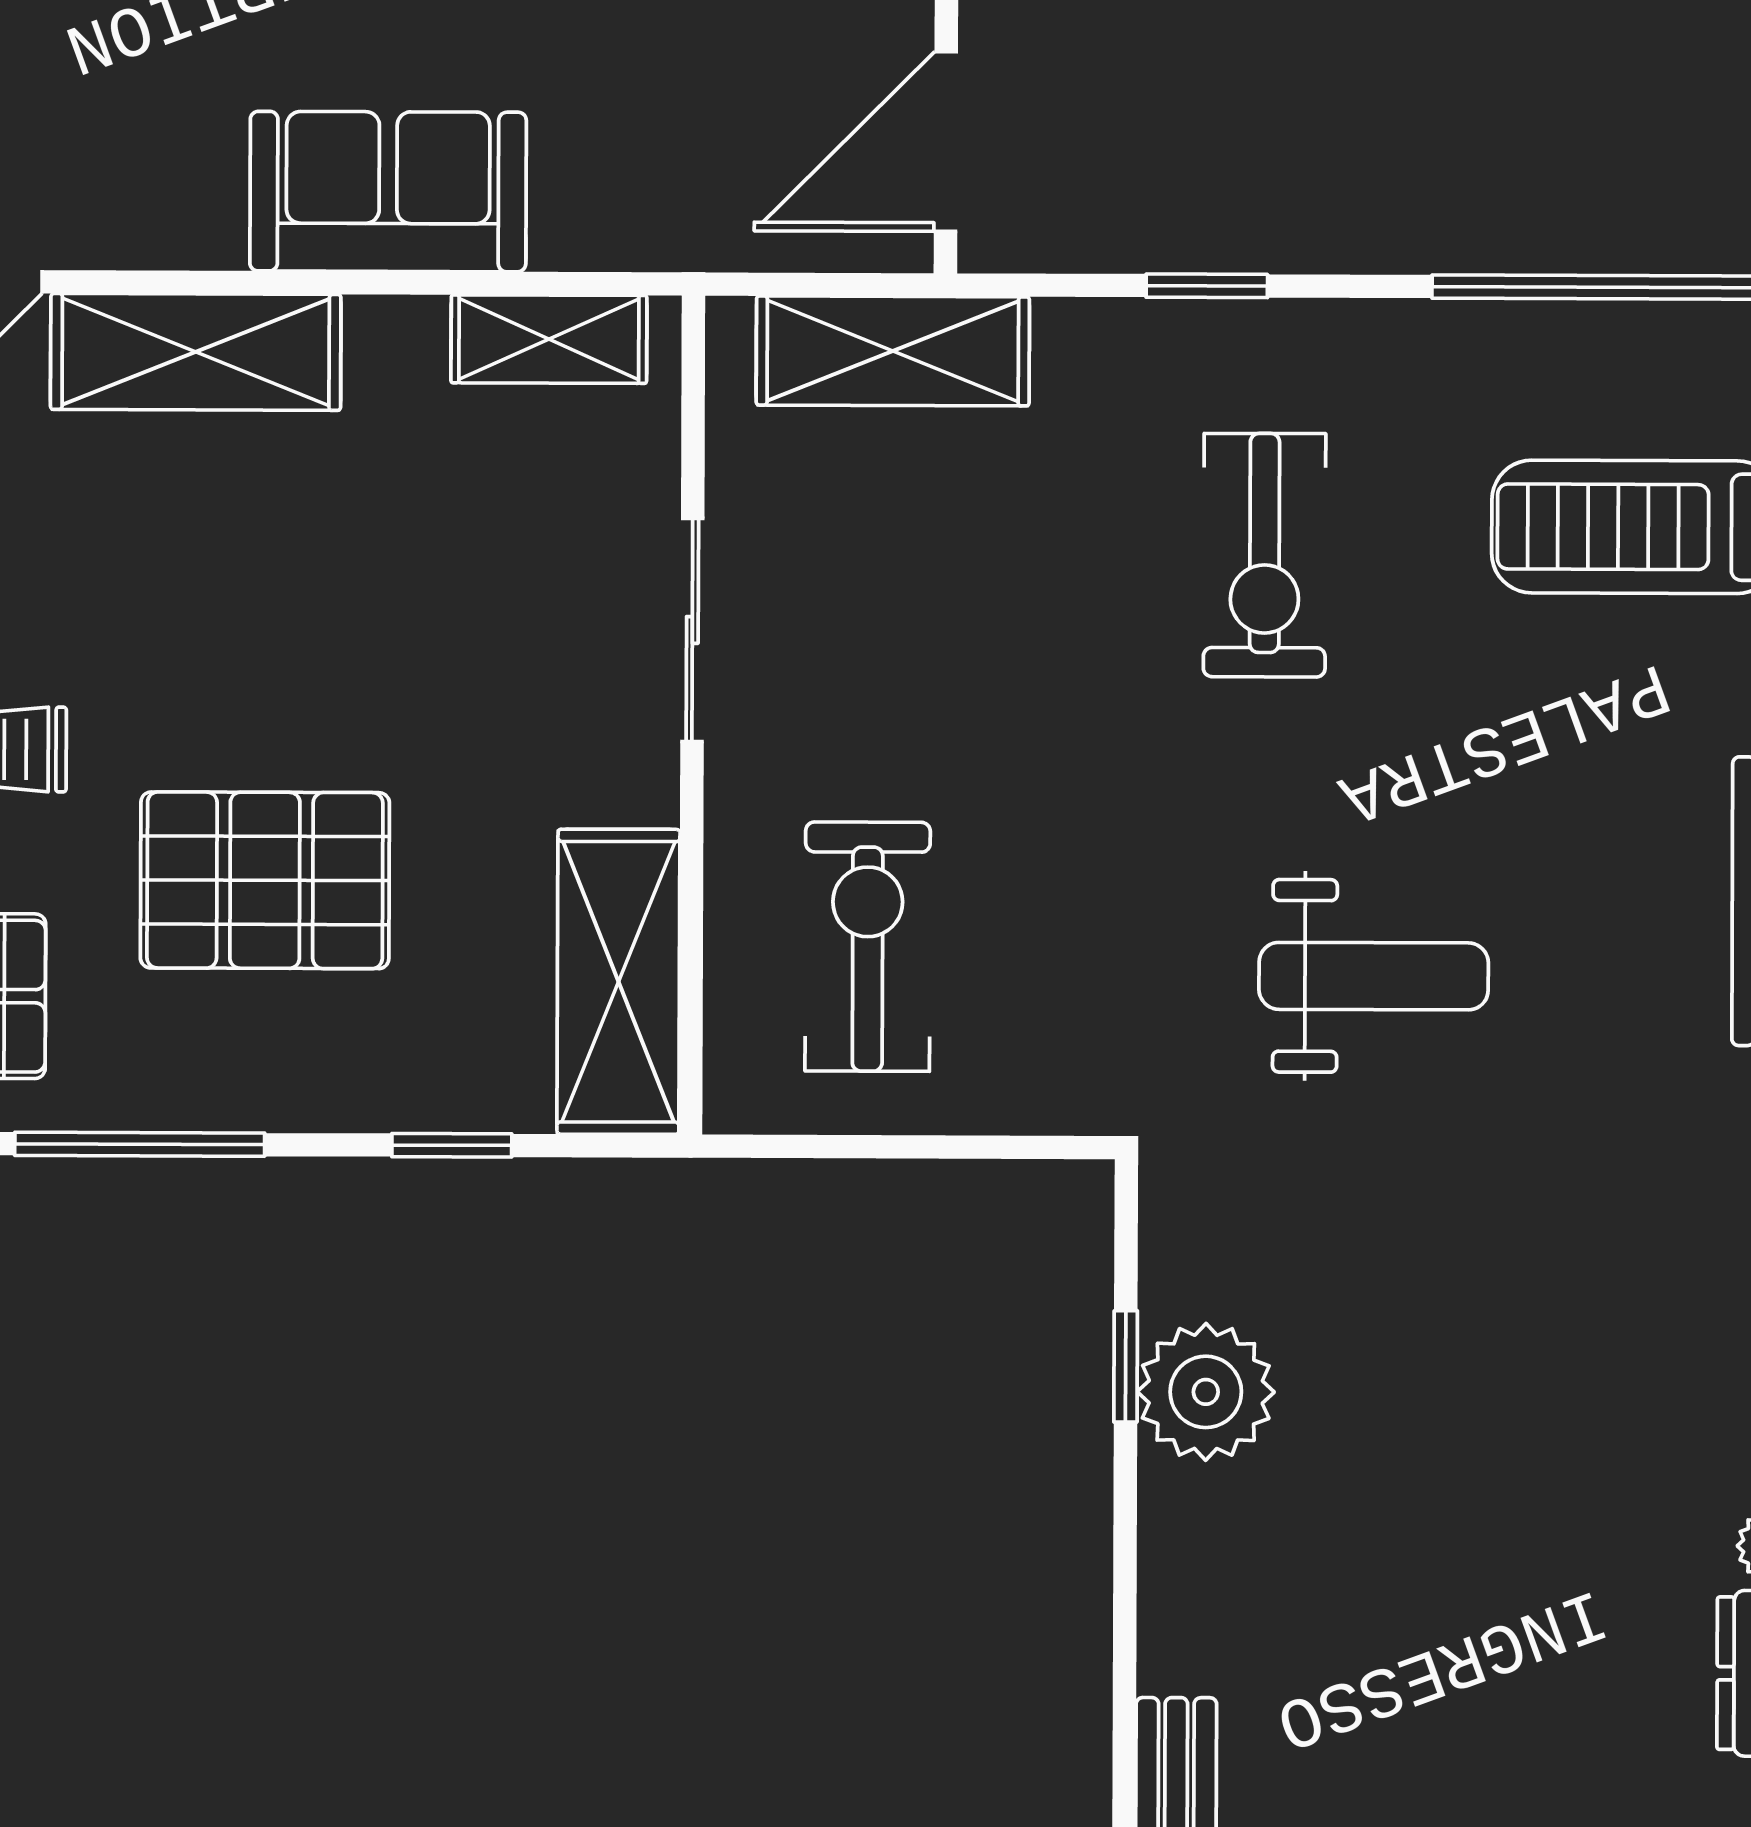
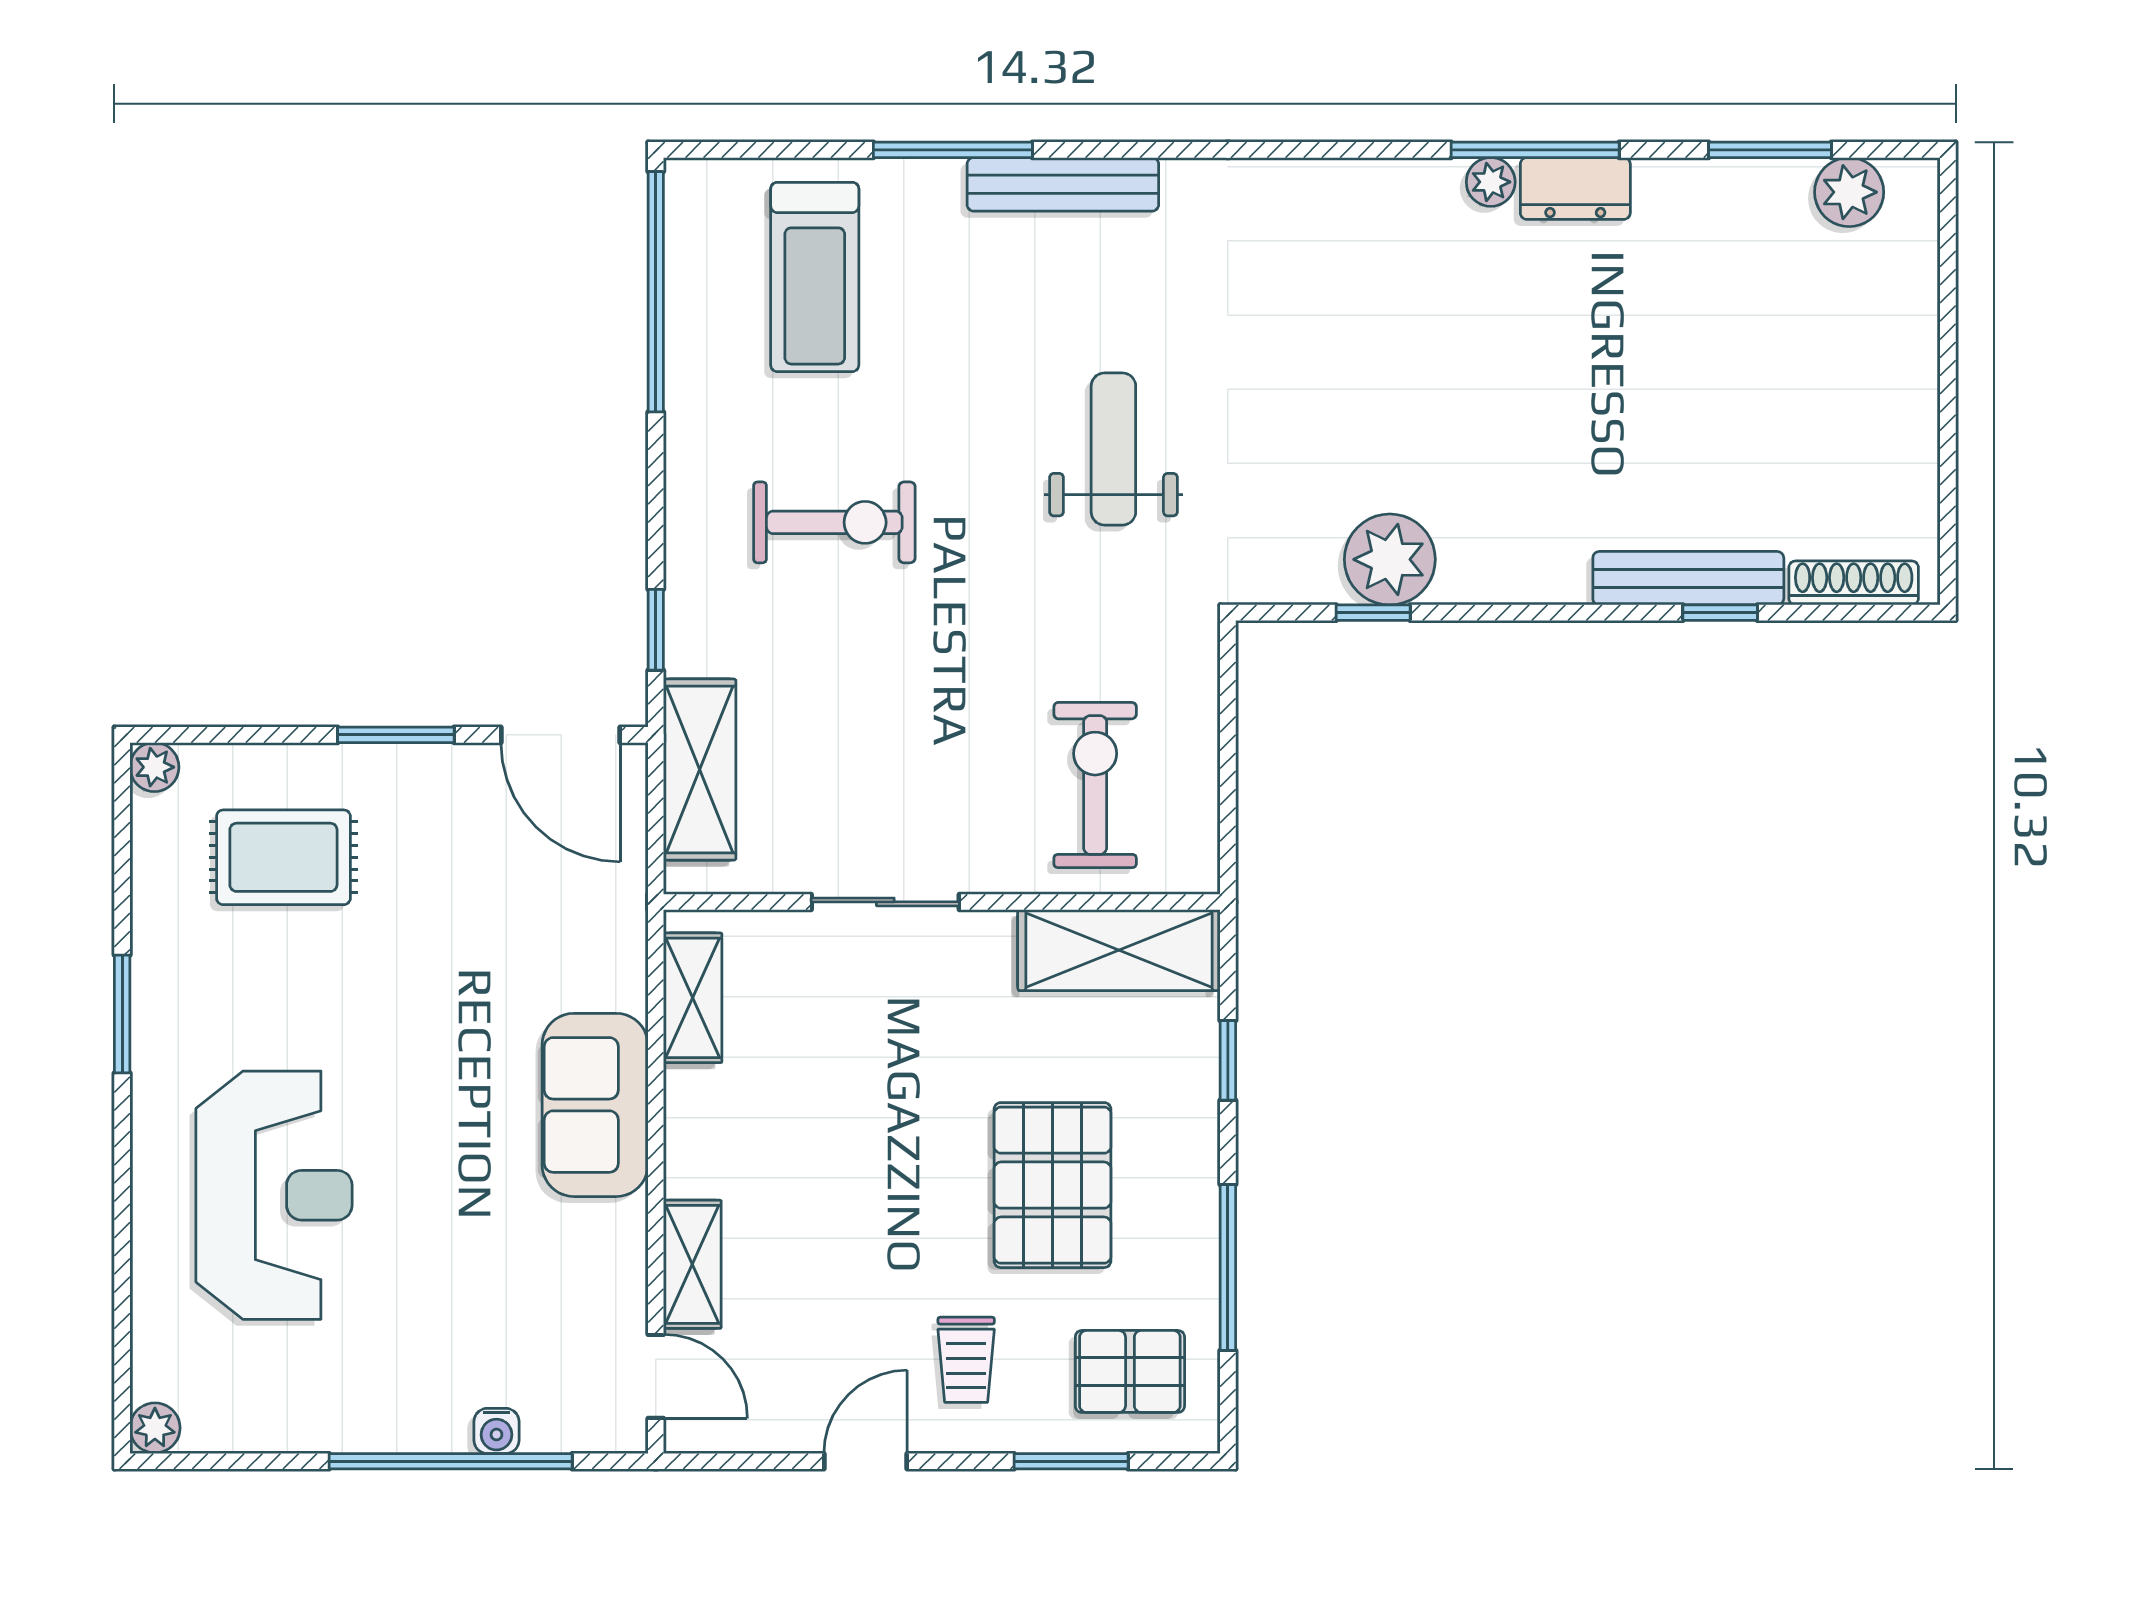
window: (1207, 286) -> (656, 630), moved
shelving: (196, 352) -> (692, 1264), width x0.67, depth x0.75
exercise bike: (868, 947) -> (1095, 785), turned 90

